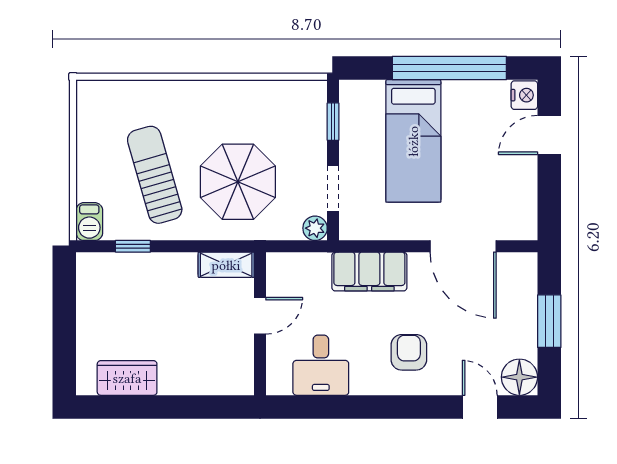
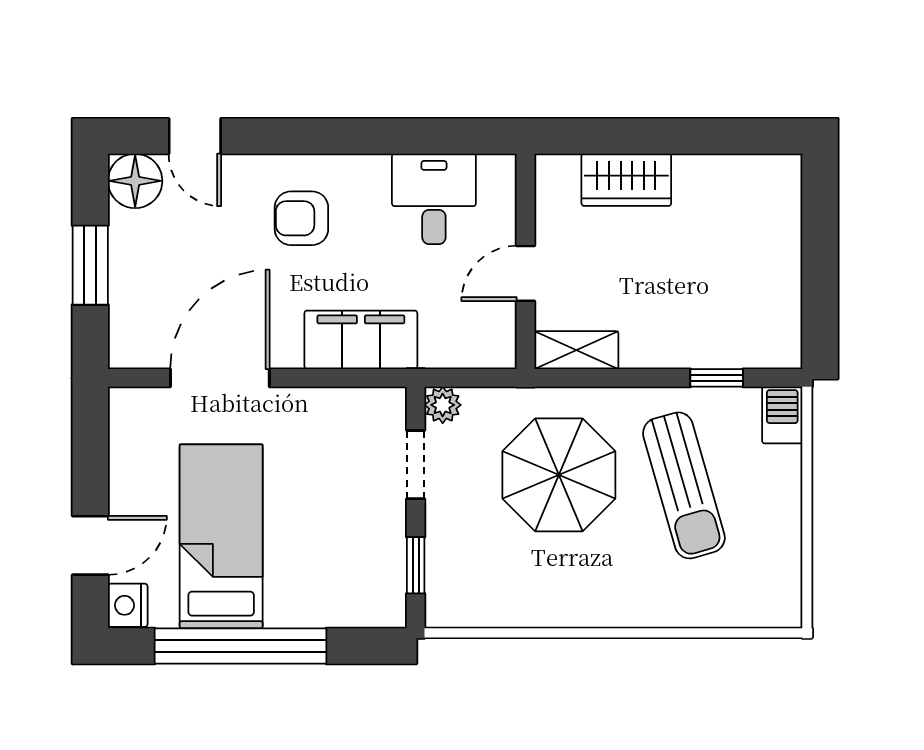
bed: (413, 141) -> (221, 536), moved
door: (463, 246) -> (220, 378), hinge flipped
armchair: (409, 352) -> (301, 218), turned 90
wardrobe: (127, 378) -> (626, 180), moved

